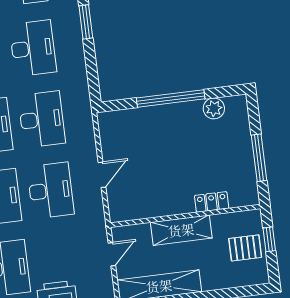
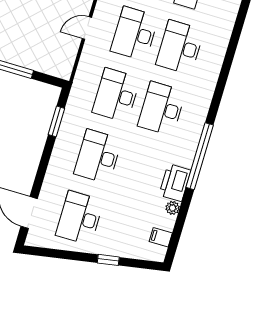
window: (86, 22) -> (56, 121), moved

